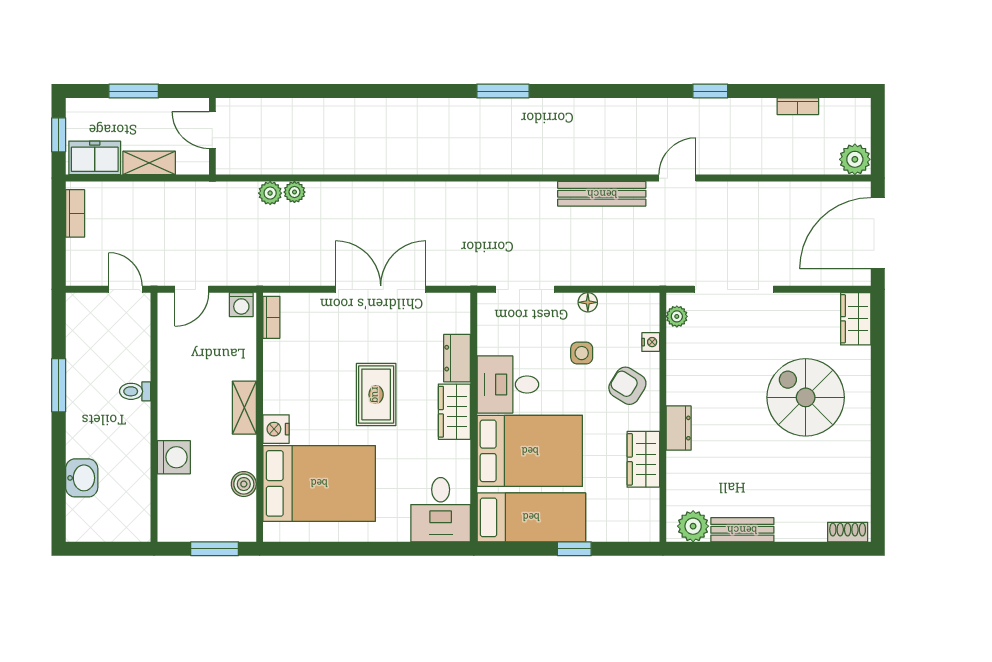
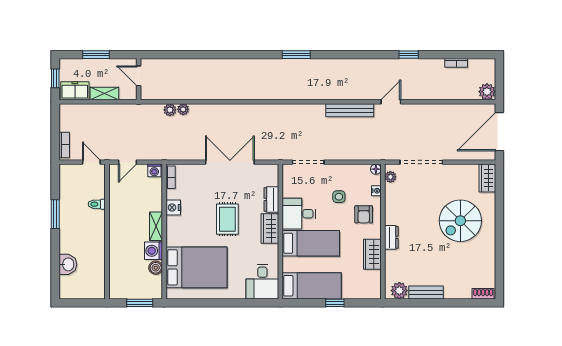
bookcase: (75, 213) -> (64, 145), moved
floor lamp: (588, 302) -> (376, 169), moved
armchair: (627, 386) -> (364, 214), turned -122
toilet: (135, 391) -> (97, 204), moved
spiral stairs: (806, 397) -> (460, 221), turned -90
nightstand: (276, 429) -> (173, 207), moved
bed: (530, 451) -> (311, 243), width x0.67
washing machine: (174, 457) -> (153, 251), moved, turned 180

